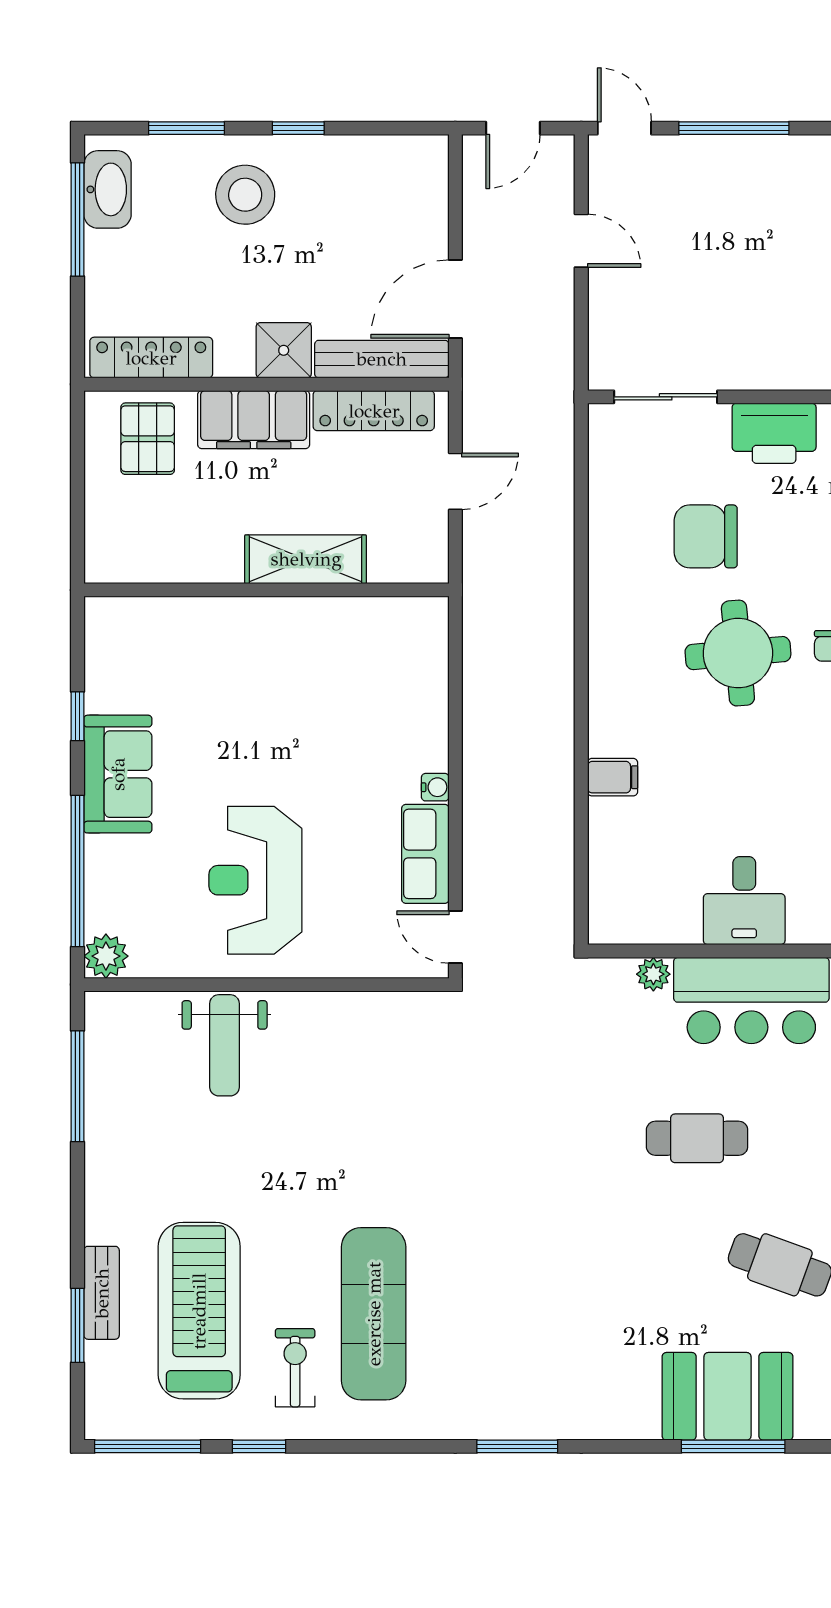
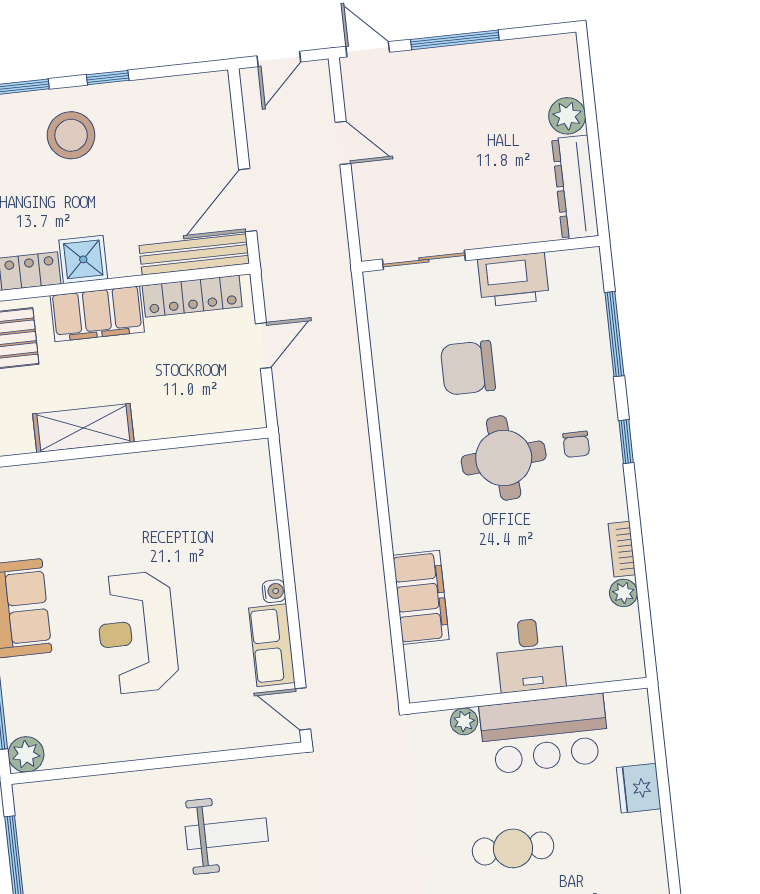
shower: (284, 350) -> (83, 259), moved
shelving: (306, 559) -> (83, 428), moved
filing cabinet: (613, 777) -> (421, 597), width x3.00, depth x1.17
reception desk: (255, 880) -> (137, 633), moved
weight bench: (225, 1045) -> (227, 834), moved, turned -90

